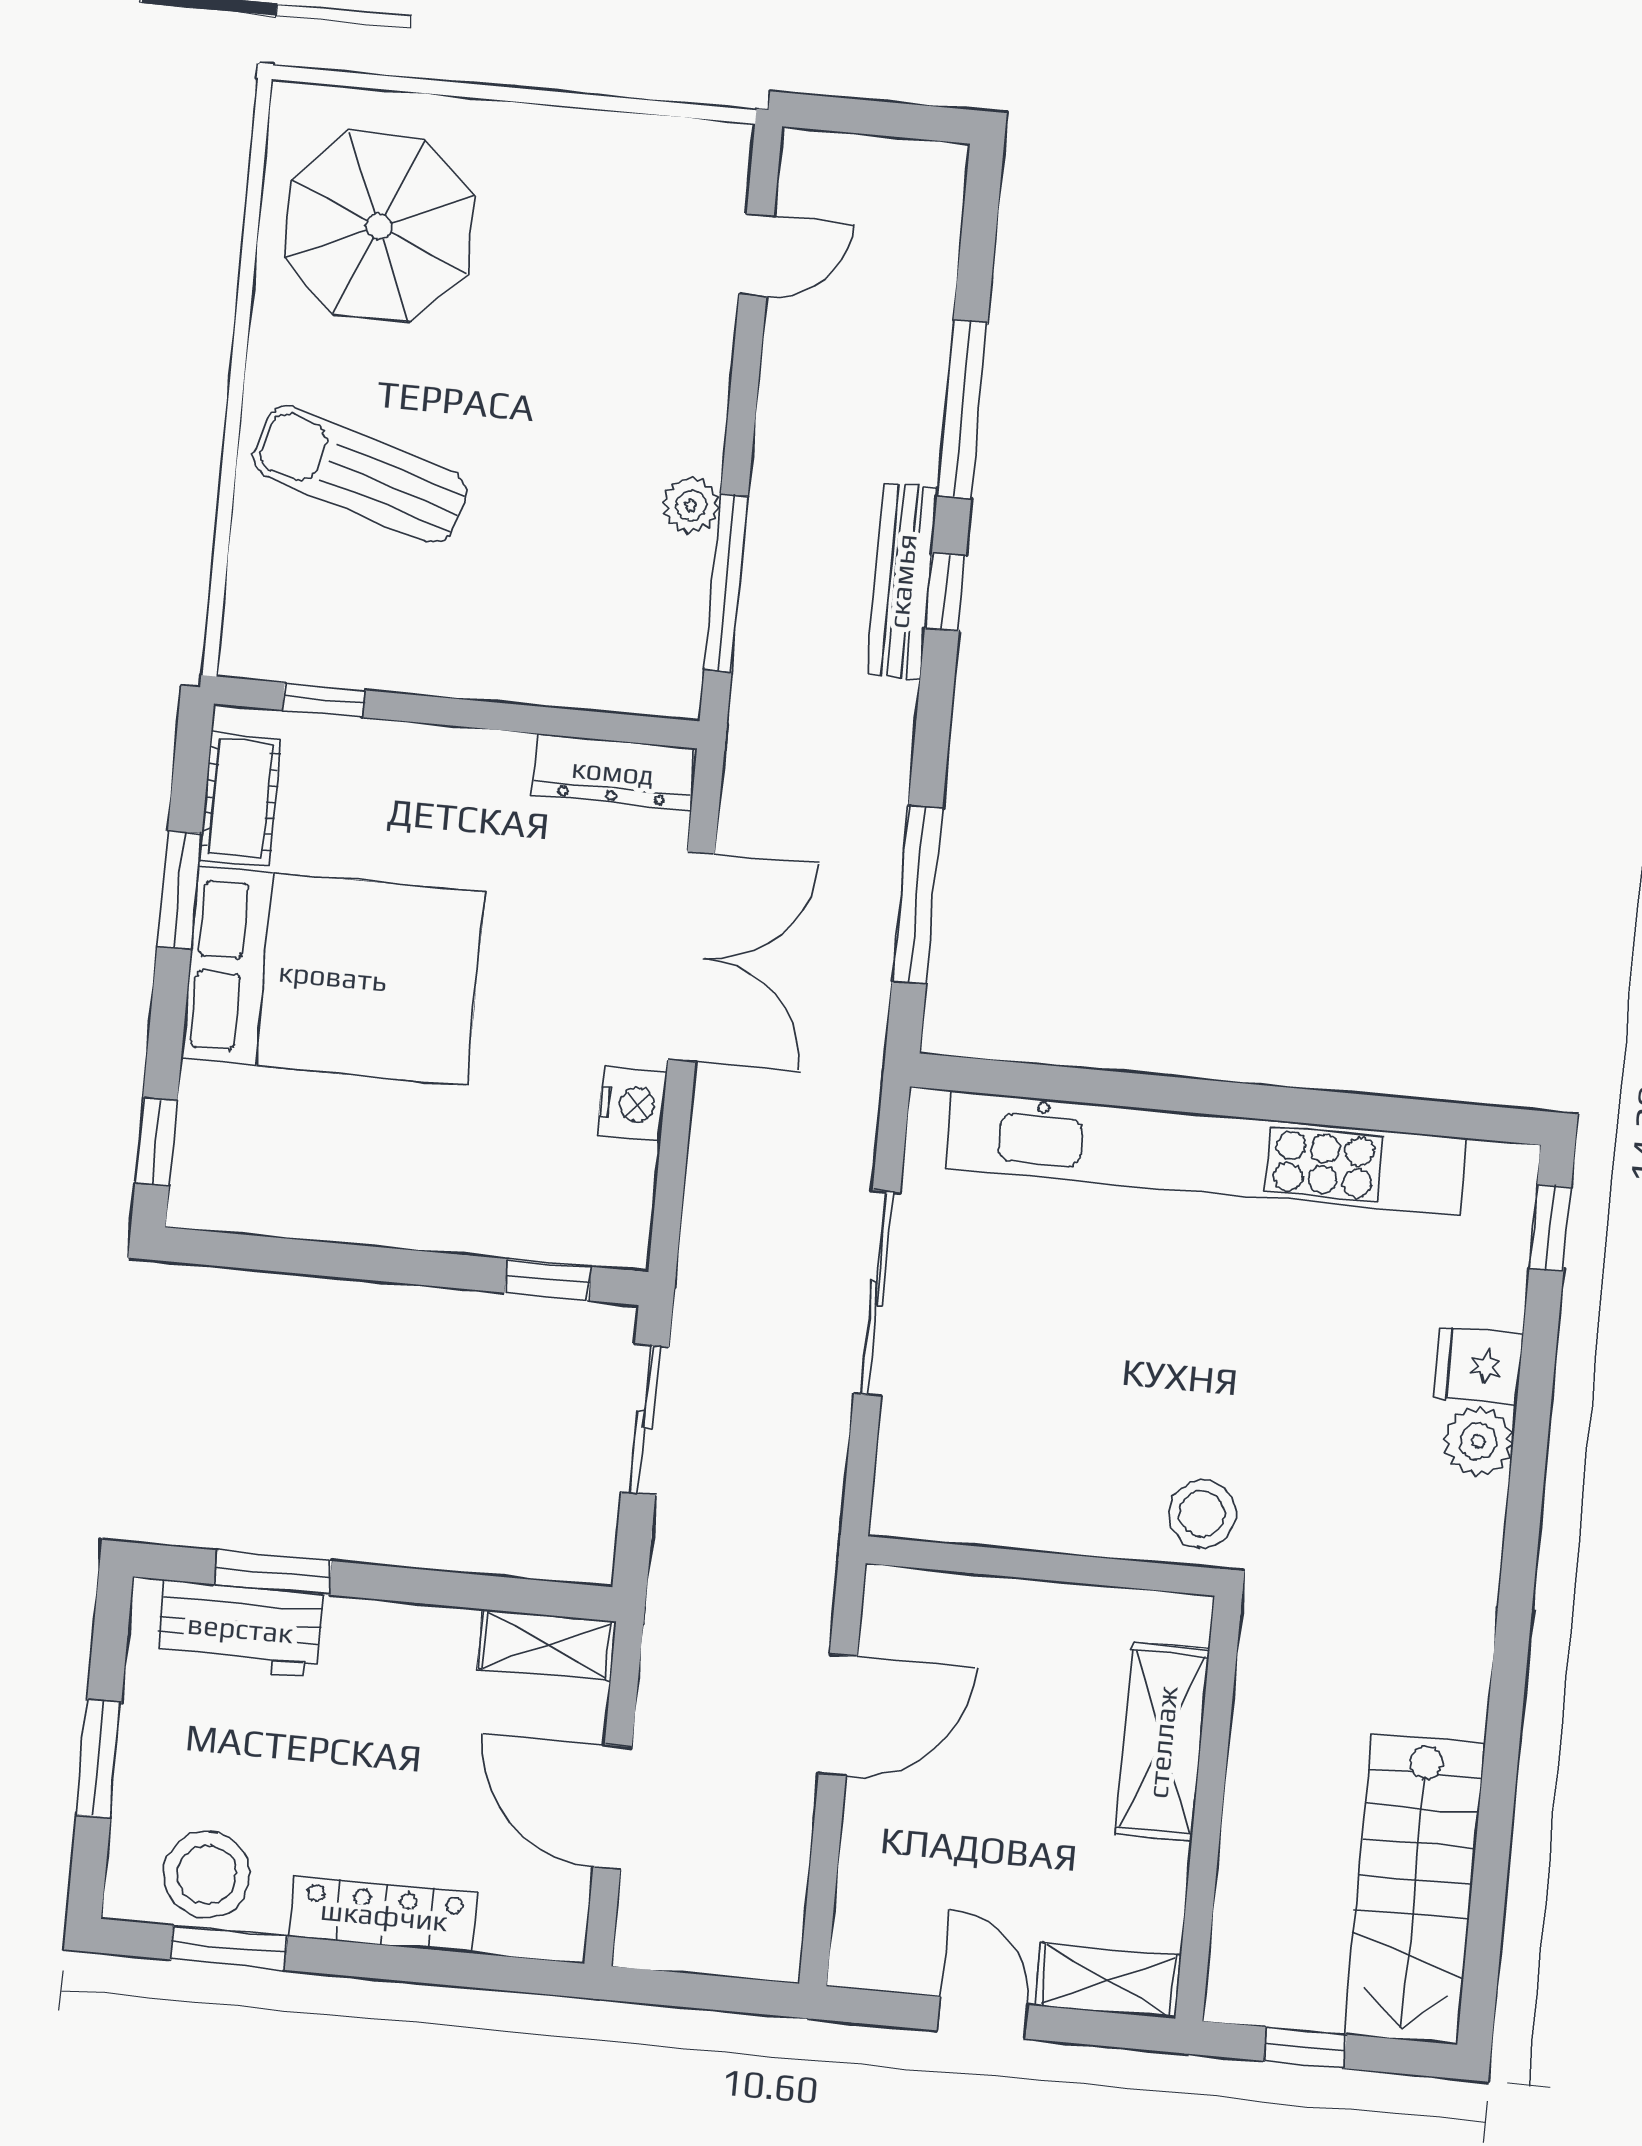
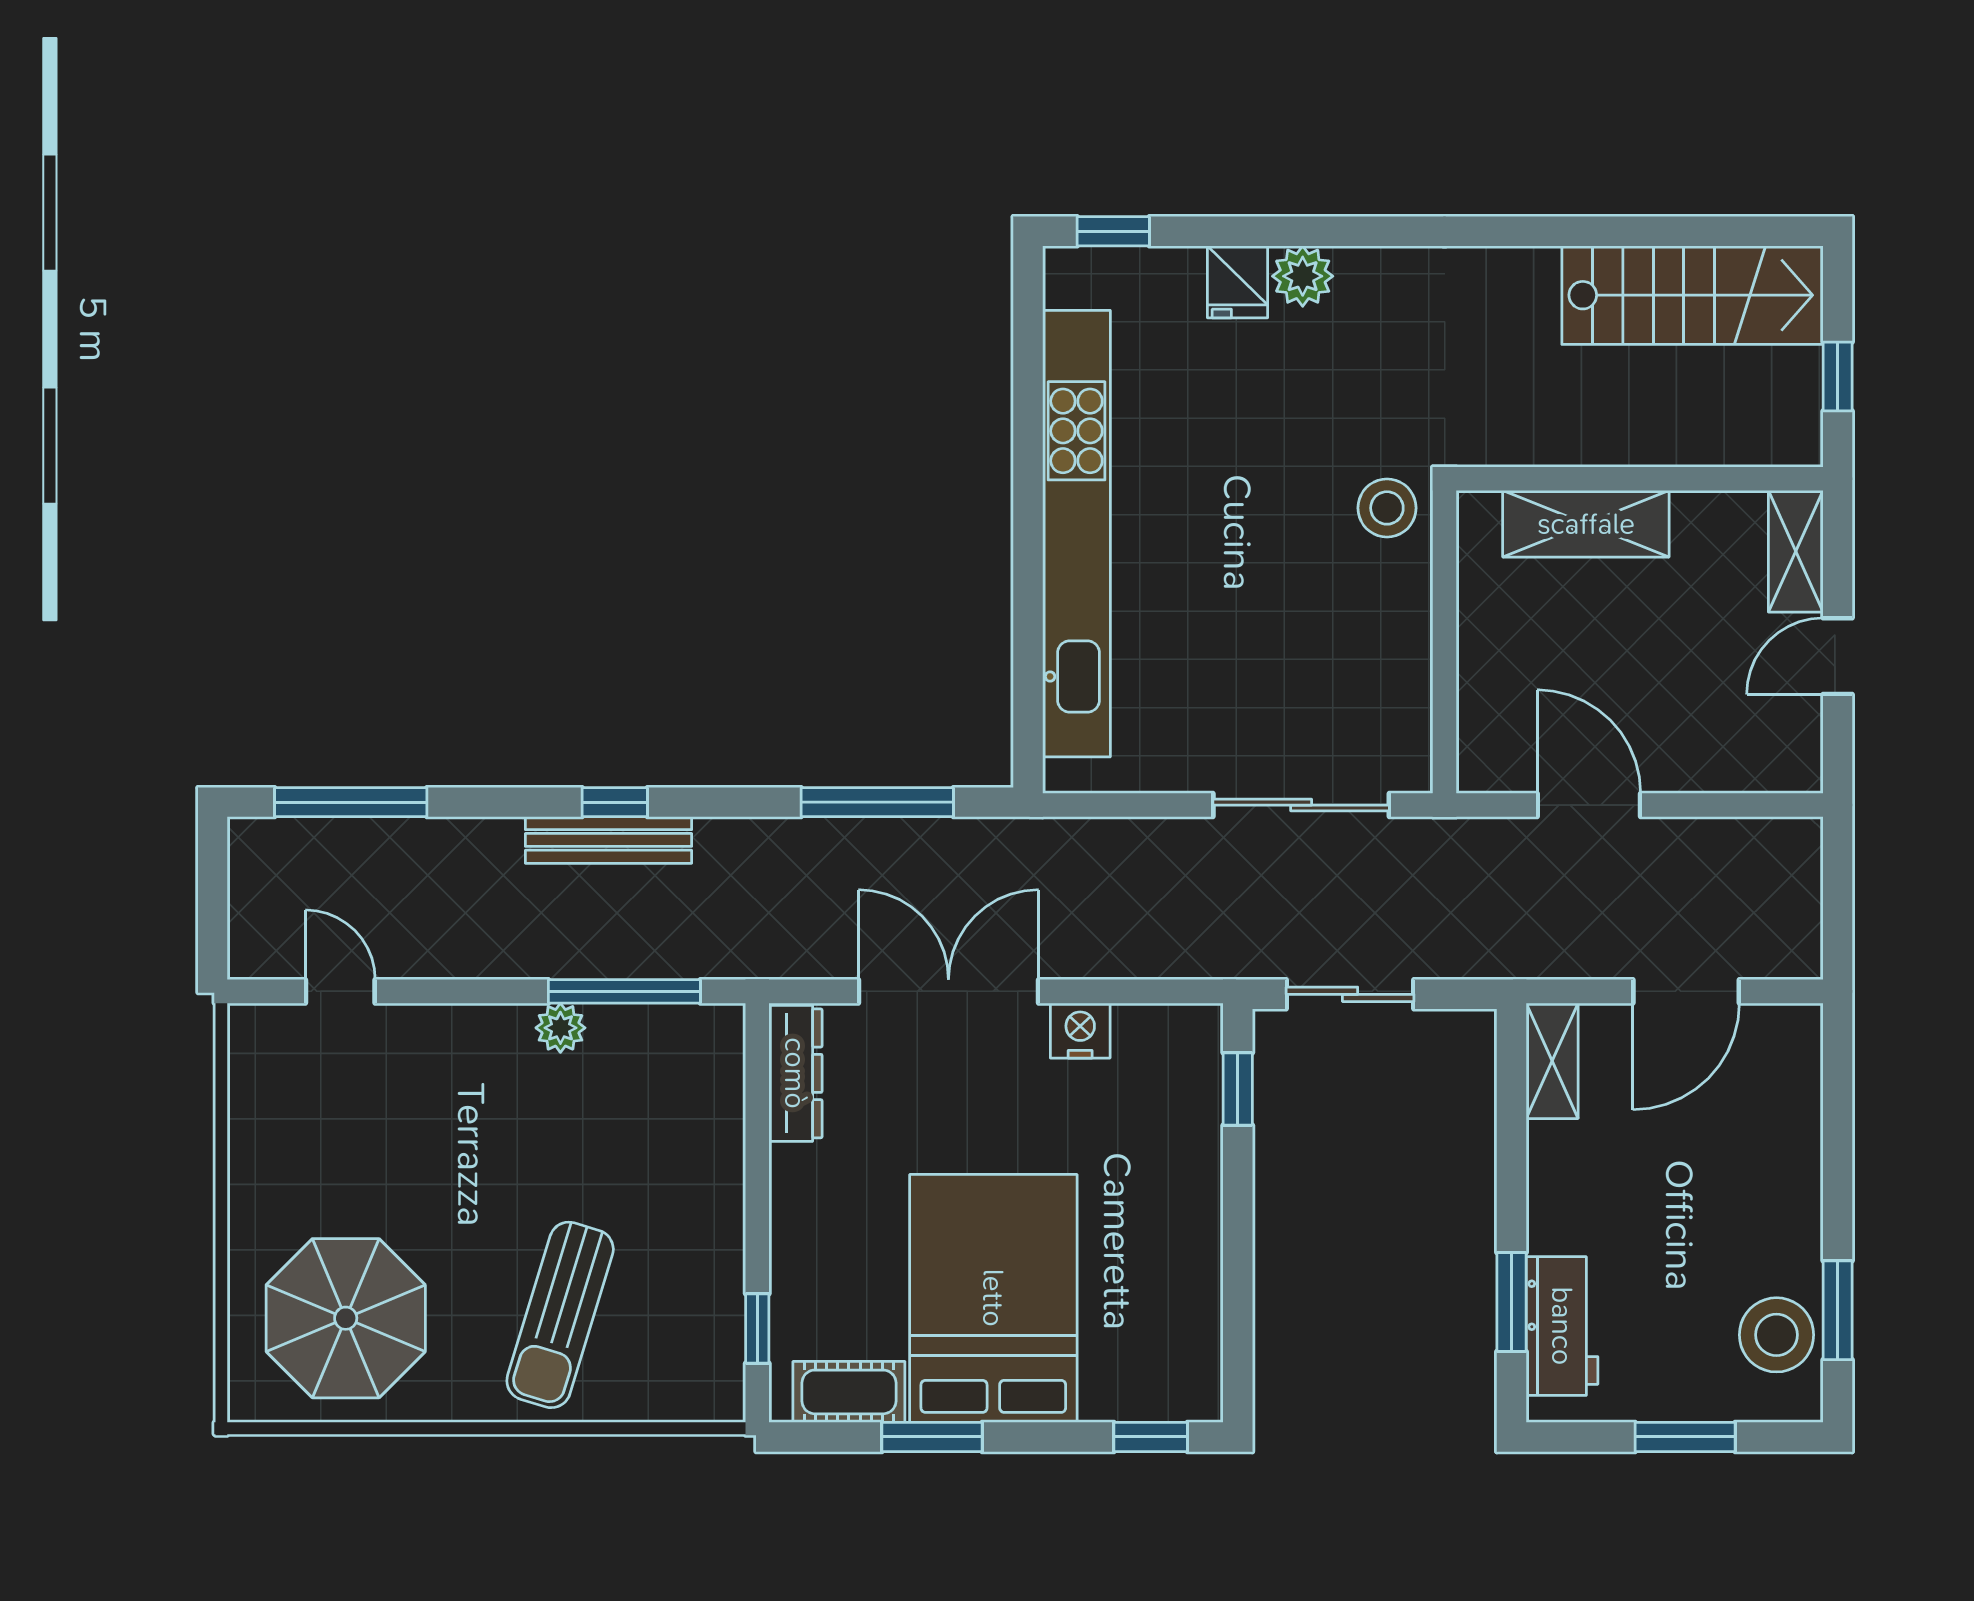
window: (962, 409) -> (351, 802), moved
sliding door: (877, 1293) -> (1301, 805), moved
locker: (384, 1915) -> (1797, 1179), removed

